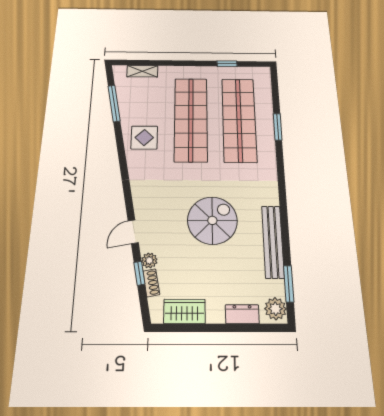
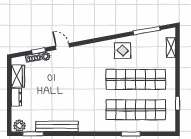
spiral stairs: (212, 220) -> (69, 92), removed
dresser: (242, 314) -> (17, 97), moved

